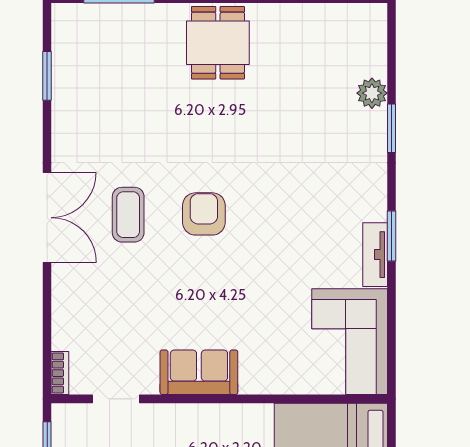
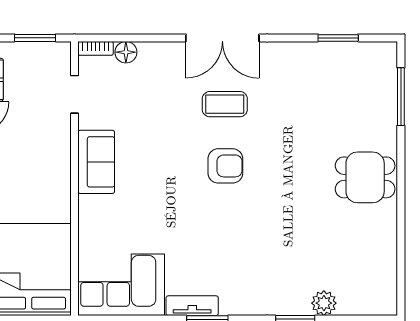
floor lamp: (65, 336) -> (126, 52), added

